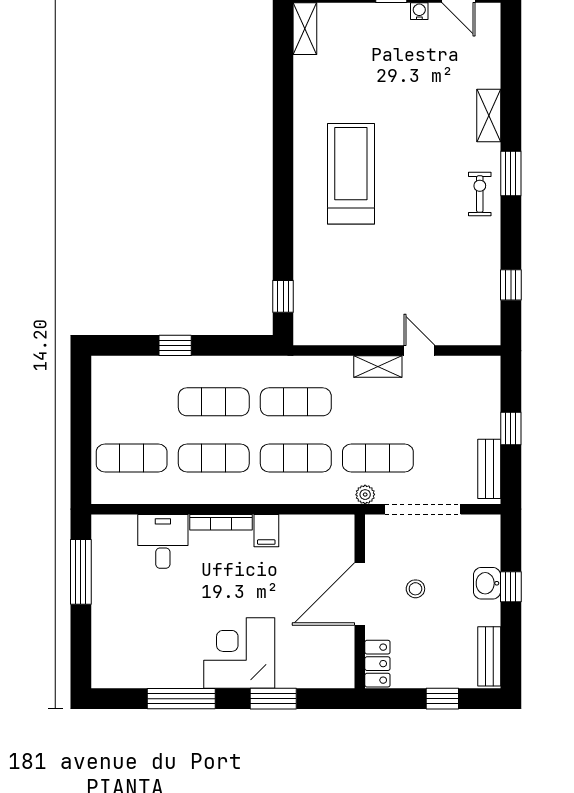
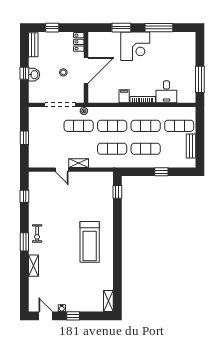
bench: (489, 469) -> (191, 146), moved

